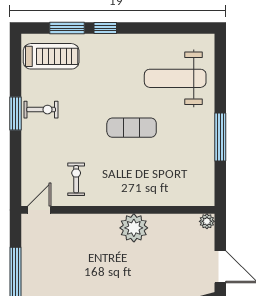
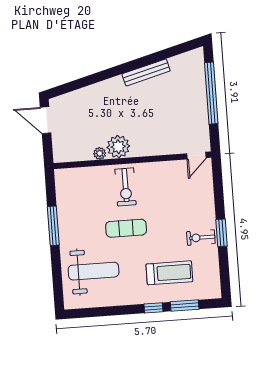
treadmill: (51, 56) -> (169, 273), moved, turned 180
exercise bike: (76, 179) -> (126, 187), moved, width x1.38, depth x1.39
plant: (207, 221) -> (100, 153), moved

